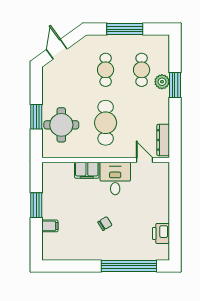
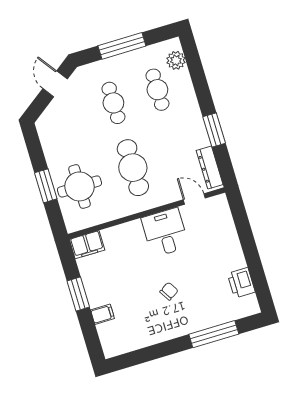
door: (57, 49) -> (55, 84), moved
plant: (162, 82) -> (176, 60), moved
window: (175, 85) -> (214, 130), moved
filing cabinet: (87, 170) -> (87, 245), moved
window: (129, 266) -> (214, 334), width x0.68

